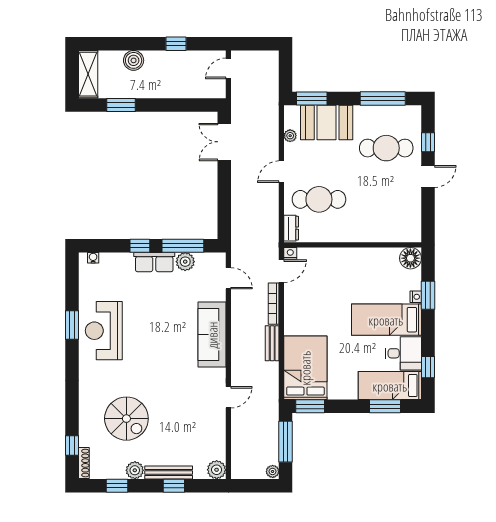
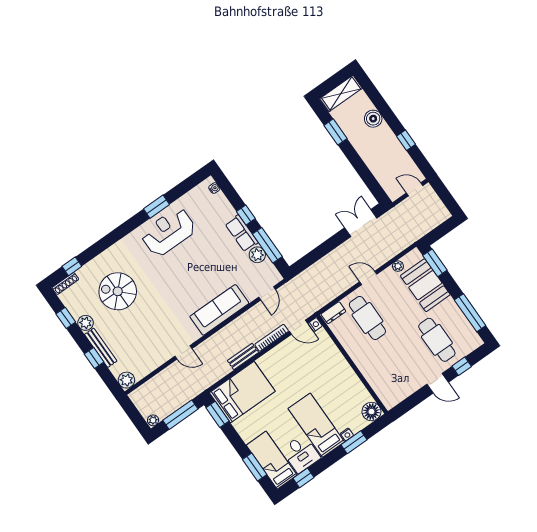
spiral stairs: (126, 419) -> (118, 291), turned 90

